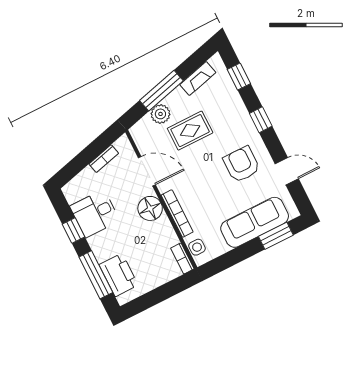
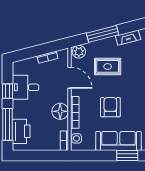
plant: (160, 114) -> (79, 52), moved
armchair: (242, 164) -> (110, 107), moved
floor lamp: (150, 208) -> (60, 111), moved

